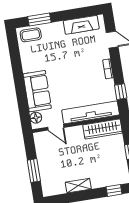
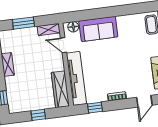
door: (56, 127) -> (63, 45), hinge flipped
shelving: (40, 144) -> (49, 30), added

